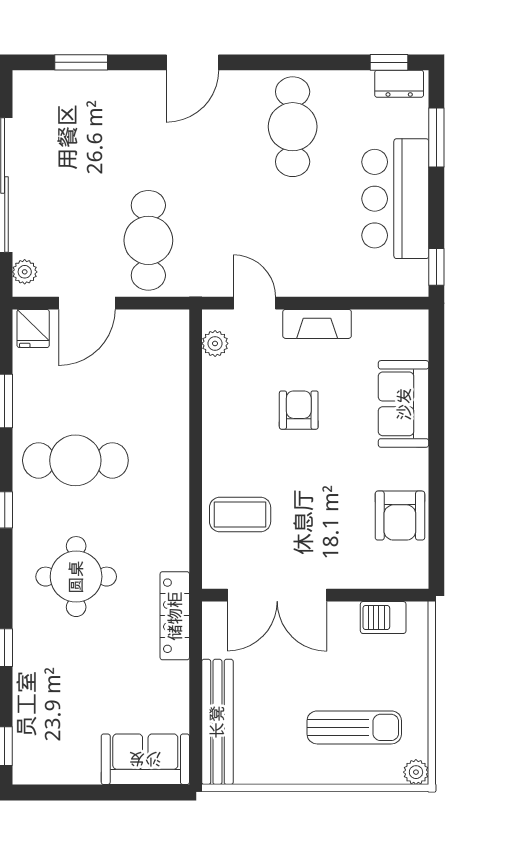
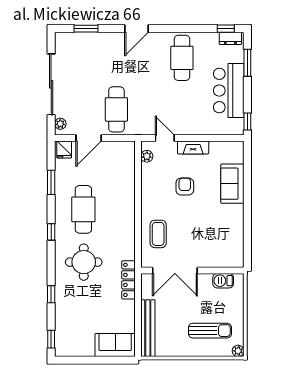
cafe table: (75, 460) -> (83, 209), turned 90
coffee table: (240, 515) -> (158, 234), turned 90
armchair: (400, 516) -> (231, 234), removed

